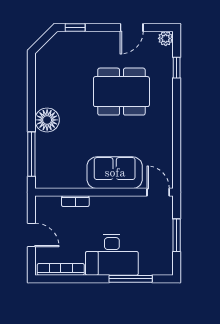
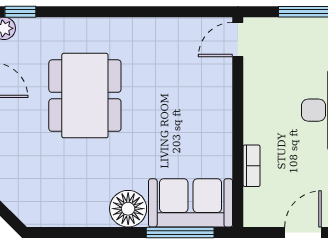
window: (177, 68) -> (20, 12), moved
sofa: (115, 173) -> (191, 203), moved, turned 90

